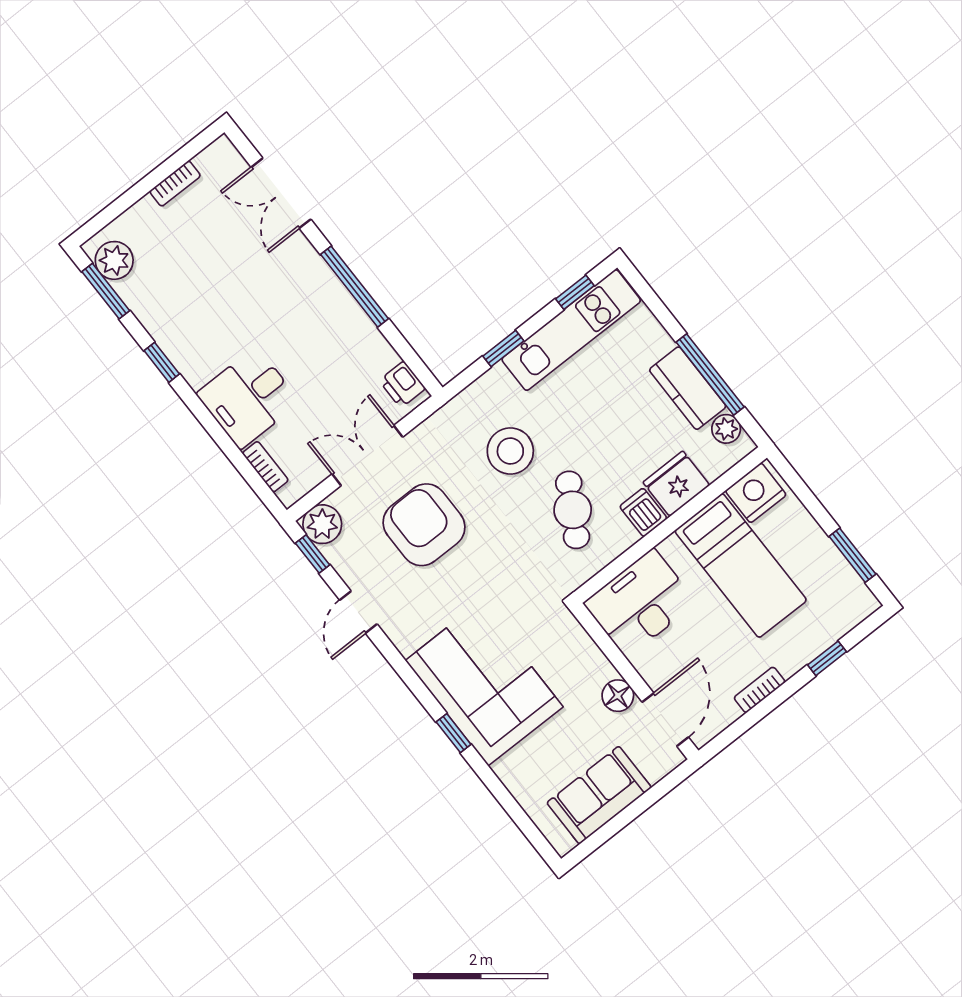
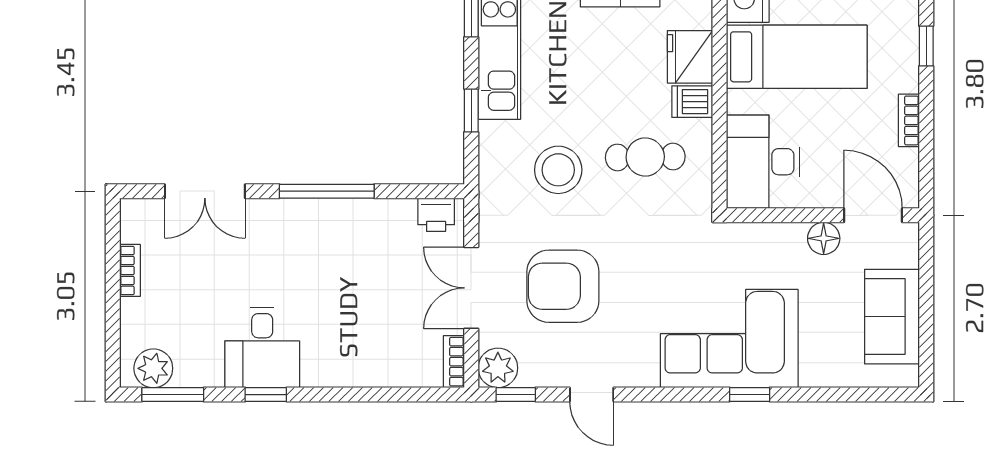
desk: (248, 398) -> (262, 347), moved
bookcase: (265, 467) -> (454, 362), moved, turned -90
cafe table: (573, 510) -> (645, 157), turned -31

